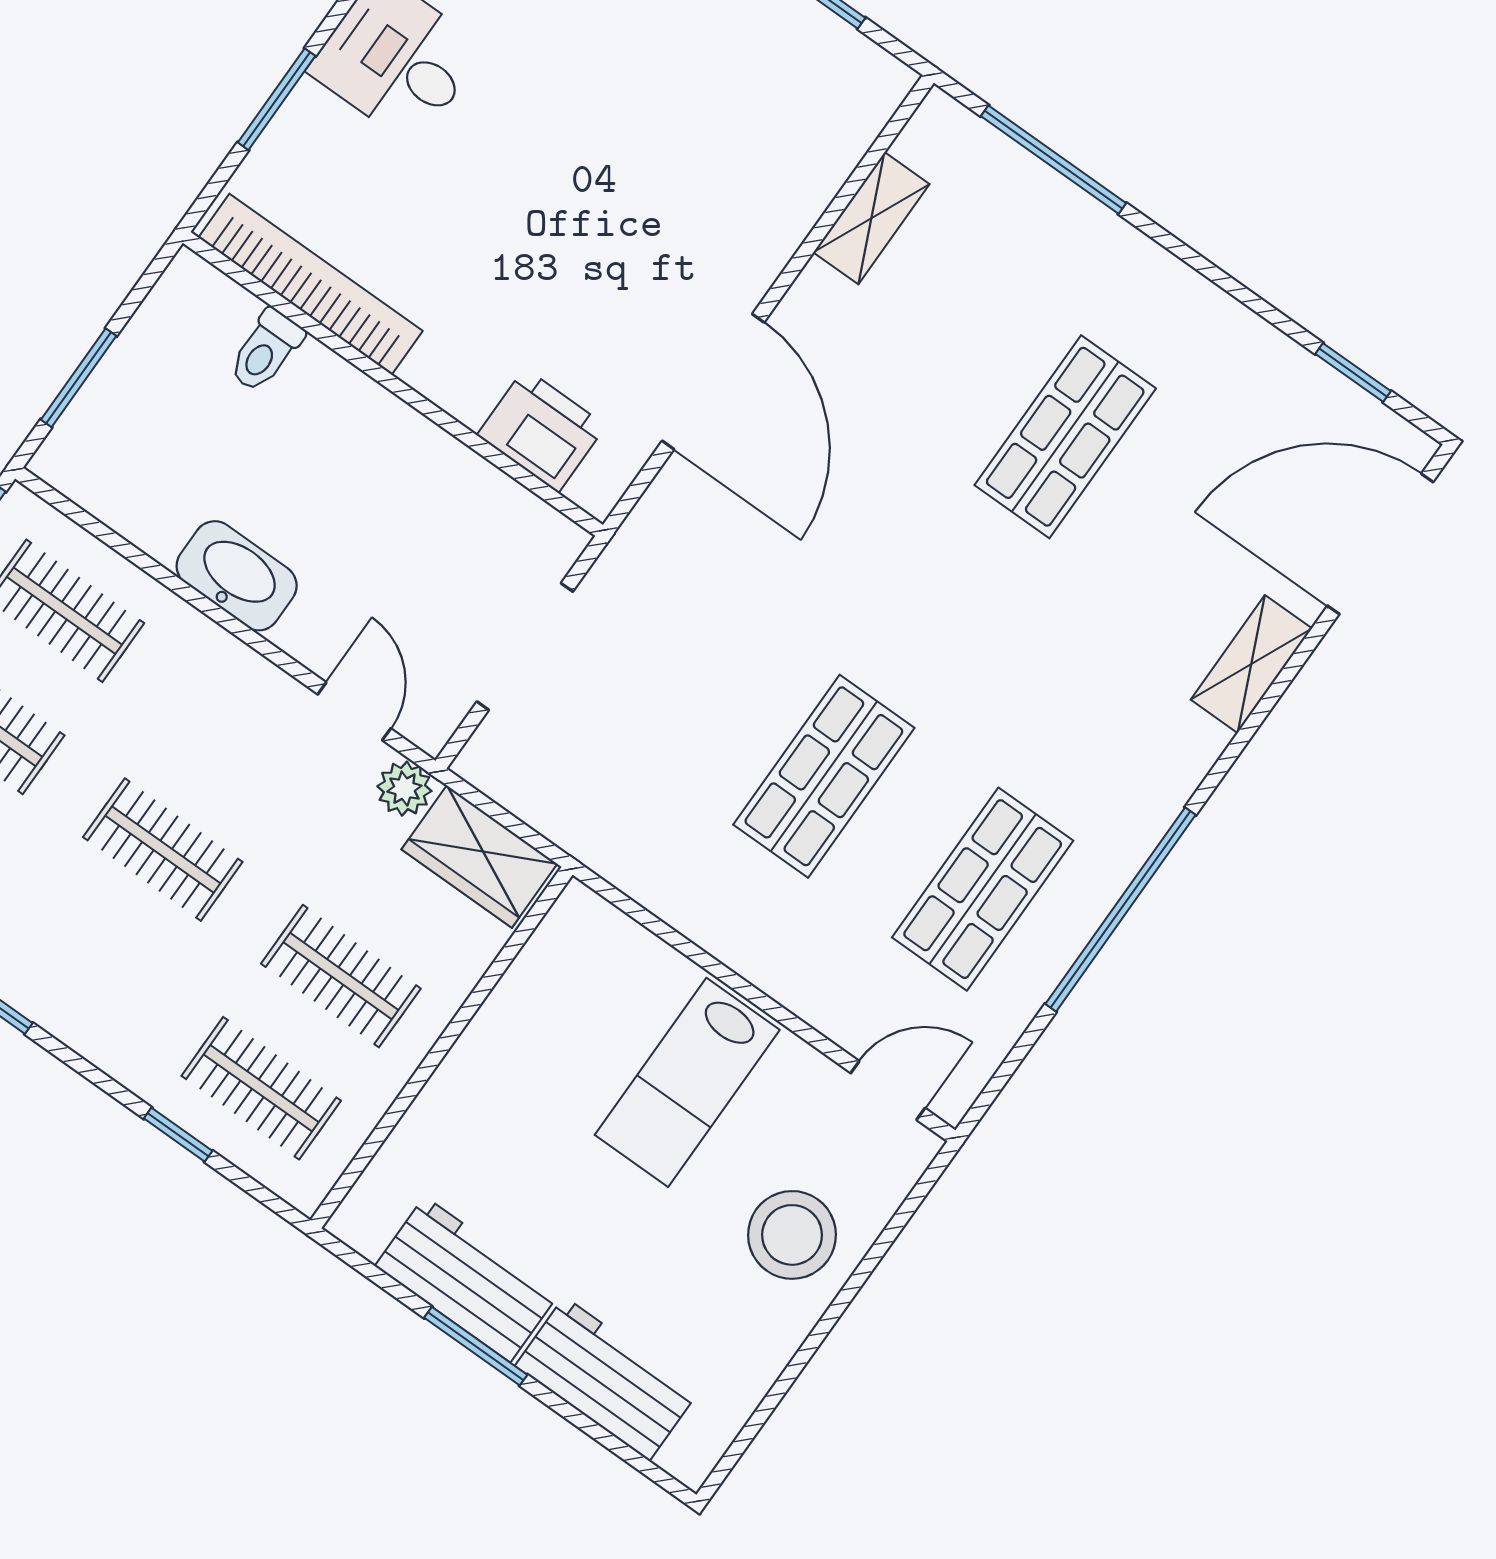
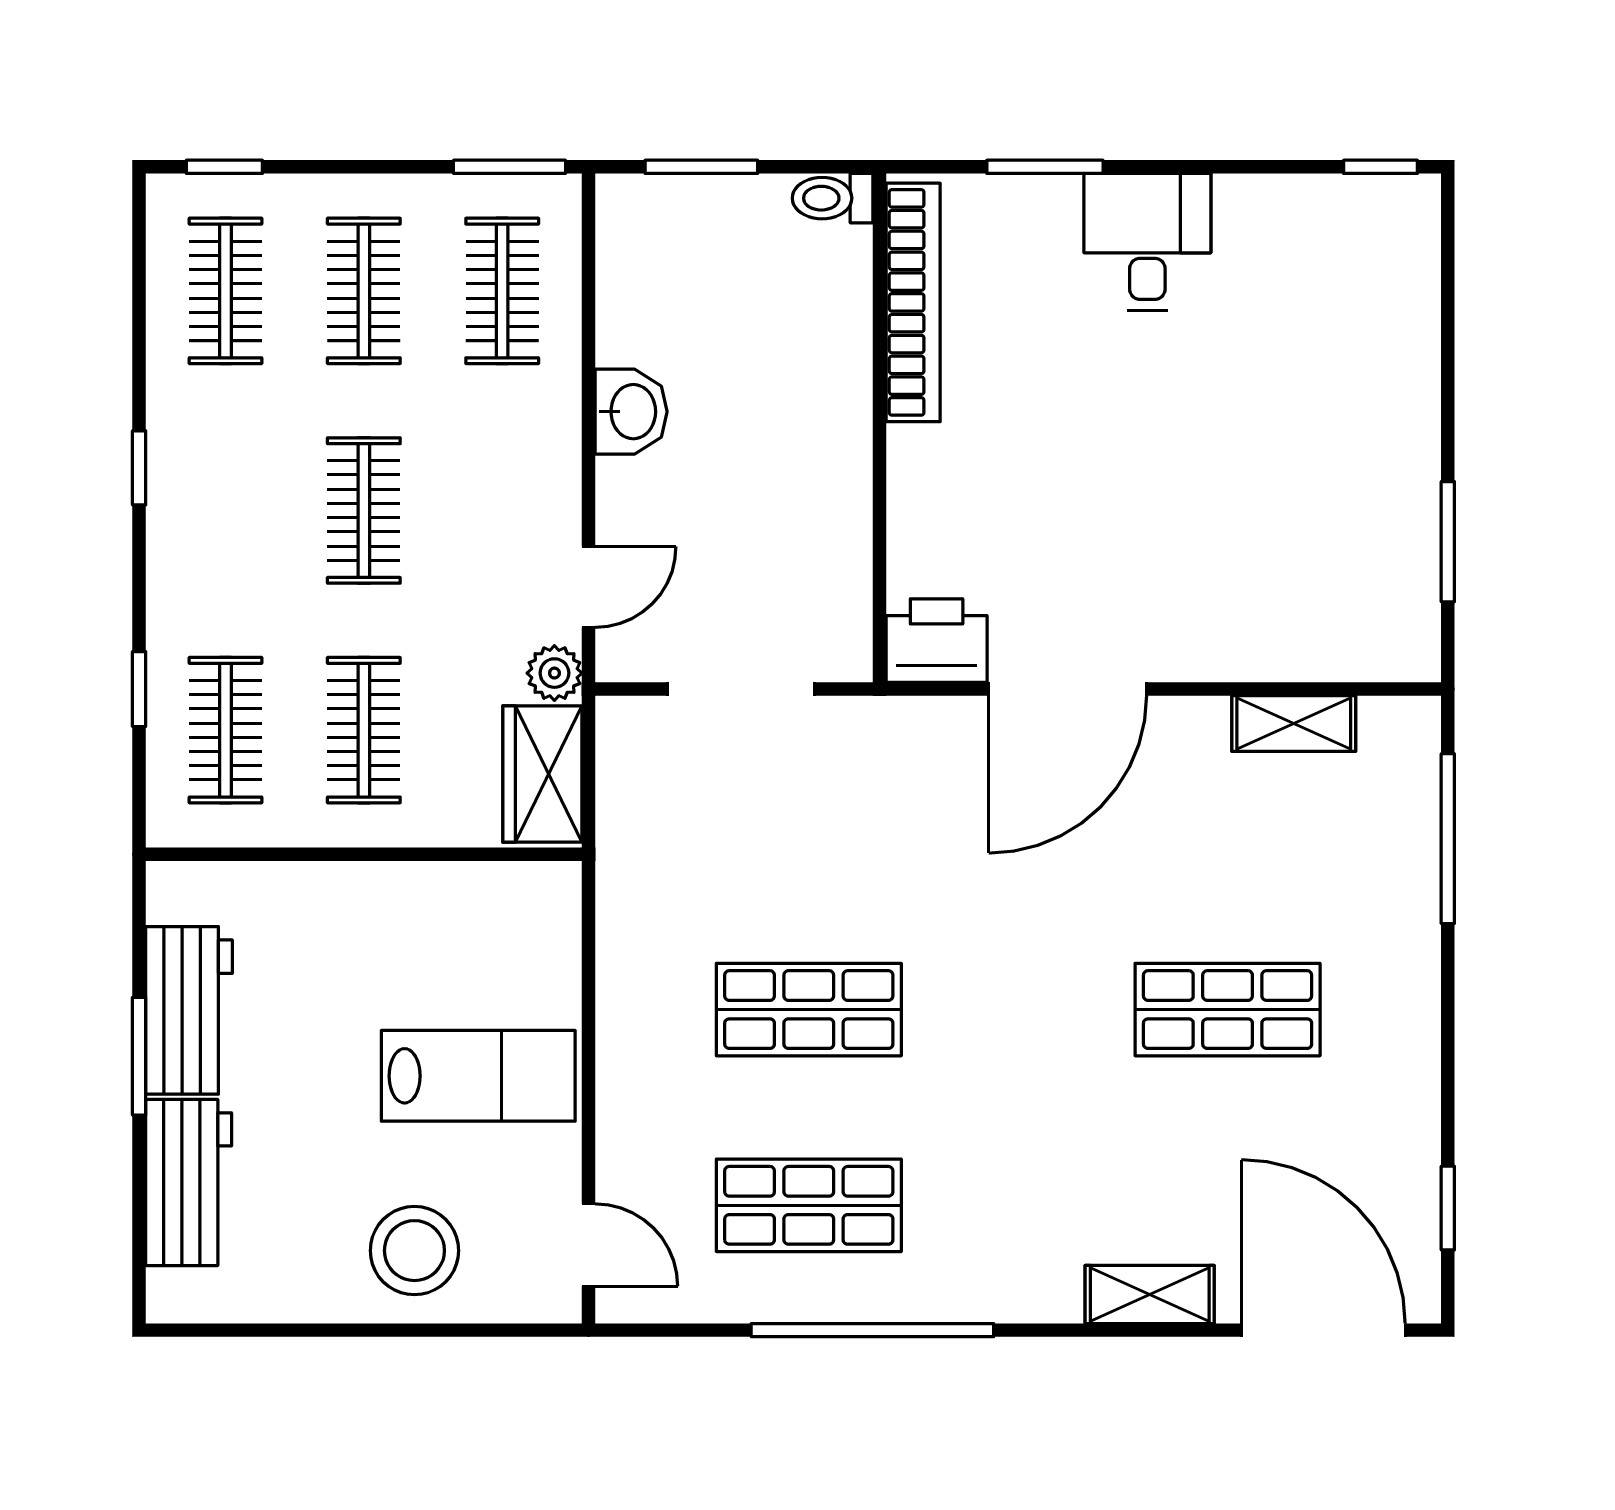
toilet: (266, 351) -> (833, 198), moved
printer: (542, 430) -> (937, 641), moved, turned -90
washbasin: (237, 576) -> (631, 412), width x0.72
lab bench: (687, 1082) -> (478, 1076), turned 180

